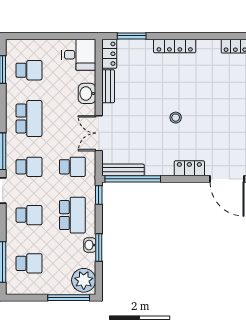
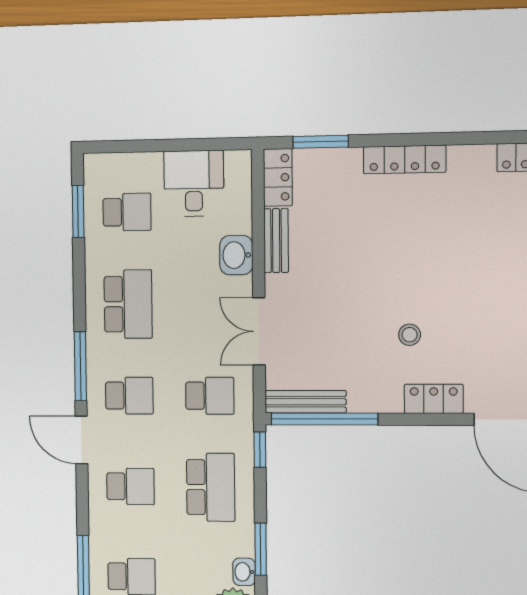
desk: (79, 55) -> (194, 183), moved, turned -90
stool: (176, 118) -> (410, 335), moved
washbasin: (90, 245) -> (244, 572), moved

